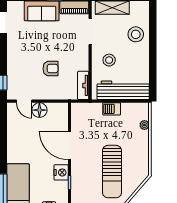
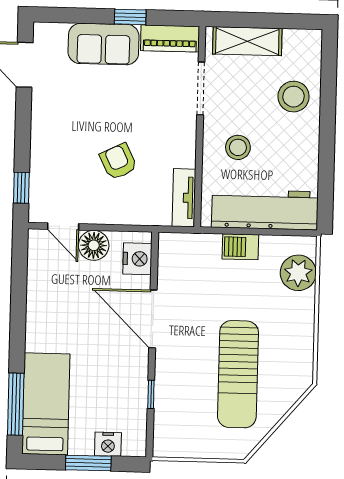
armchair: (51, 69) -> (118, 162), turned -116
plant: (144, 125) -> (298, 273), width x1.87, depth x1.87
nightstand: (61, 172) -> (137, 259), moved

